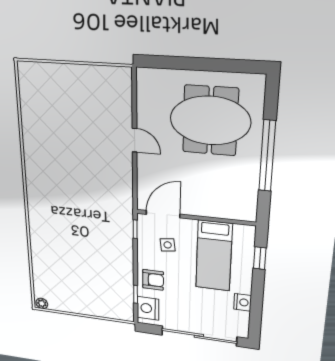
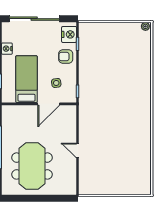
meeting table: (210, 121) -> (32, 166), turned 90
door: (163, 214) -> (49, 104), moved

